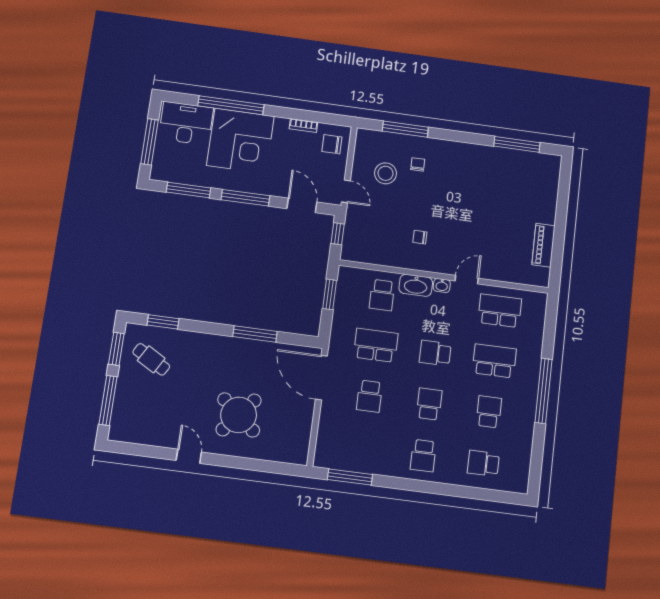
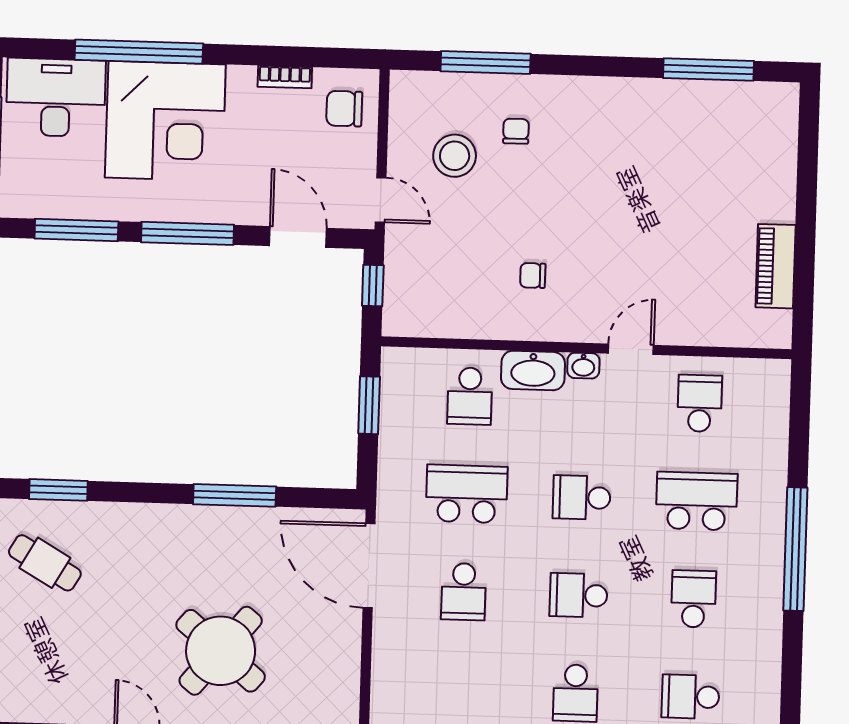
school desk: (500, 311) -> (700, 403), width x0.54
school desk: (429, 404) -> (579, 595), turned -90

